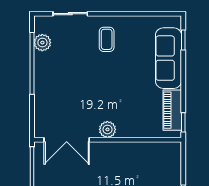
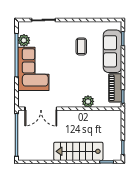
coffee table: (107, 39) -> (81, 46), moved
corner sofa: (56, 83) -> (33, 69), added
plant: (107, 129) -> (88, 101), moved

